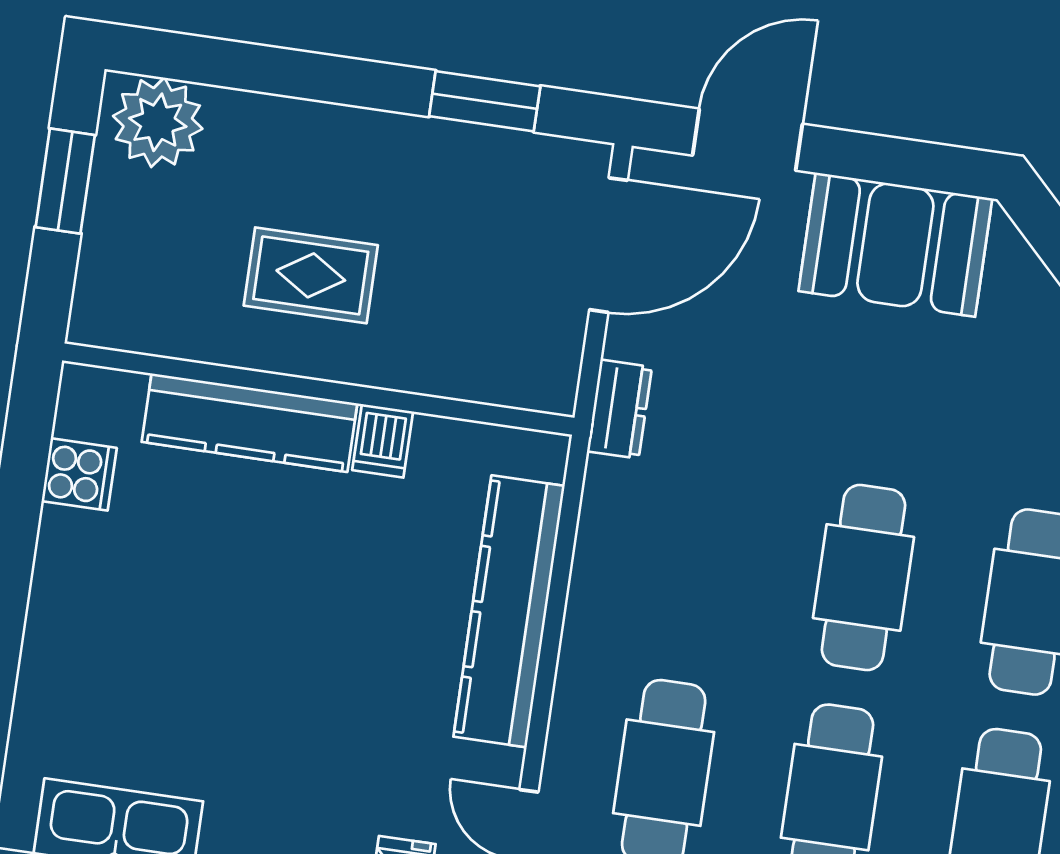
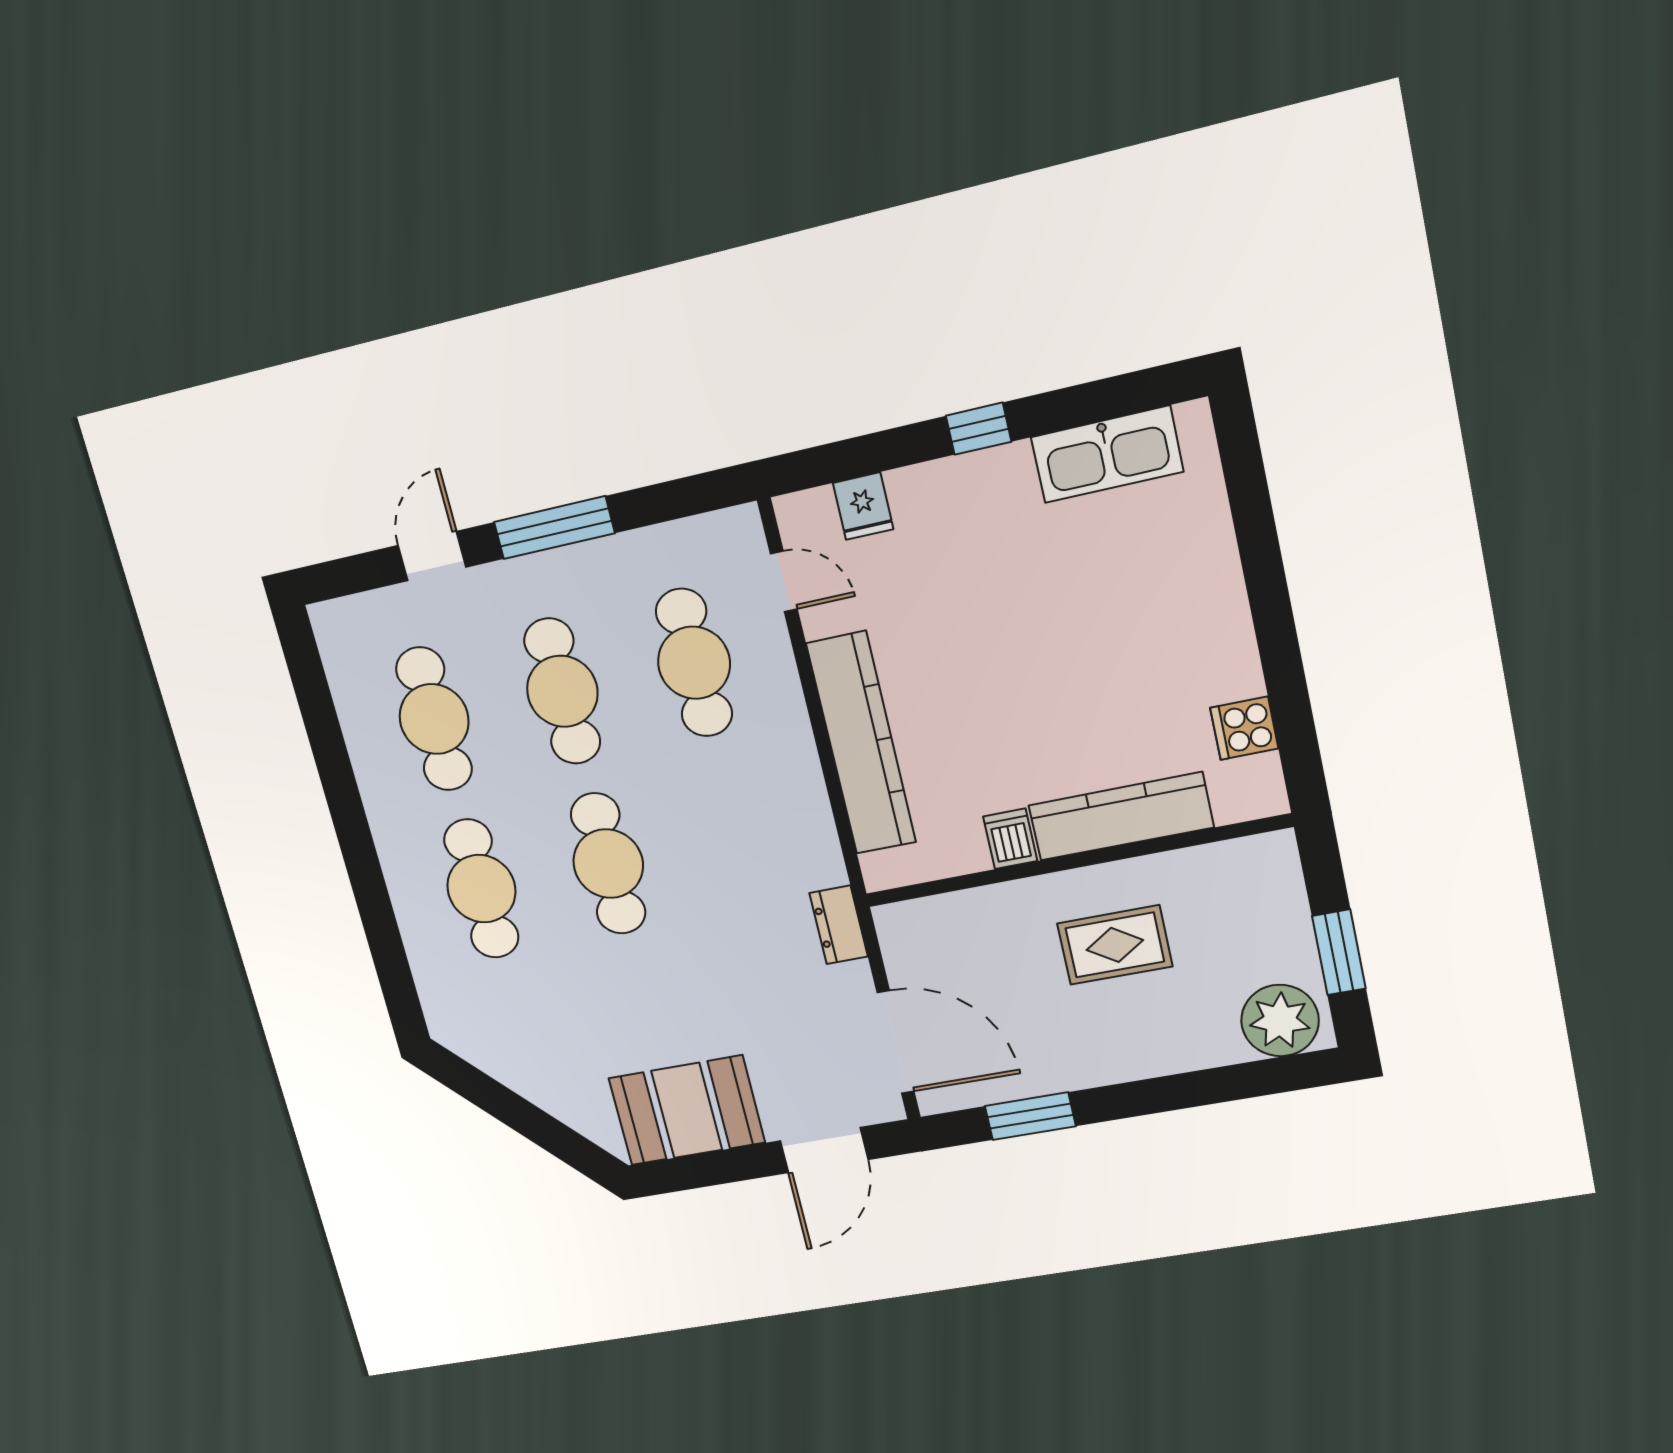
door: (608, 245) -> (896, 1042), swing flipped

